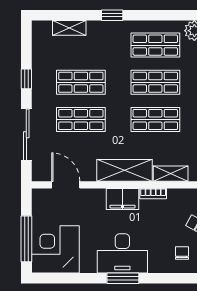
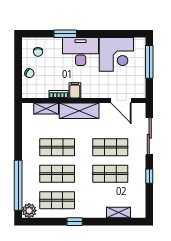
window: (112, 15) -> (75, 222), moved
filing cabinet: (122, 199) -> (75, 90), width x0.50
corner desk: (55, 249) -> (116, 54), moved
window: (123, 278) -> (65, 34), moved

